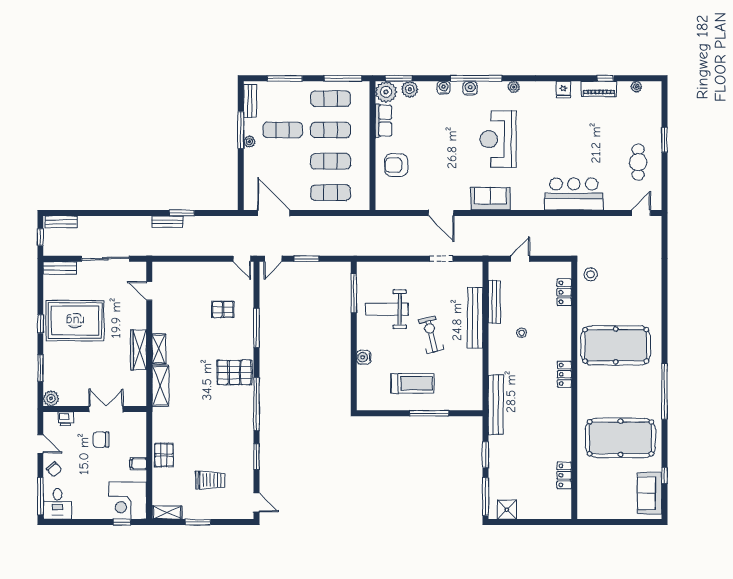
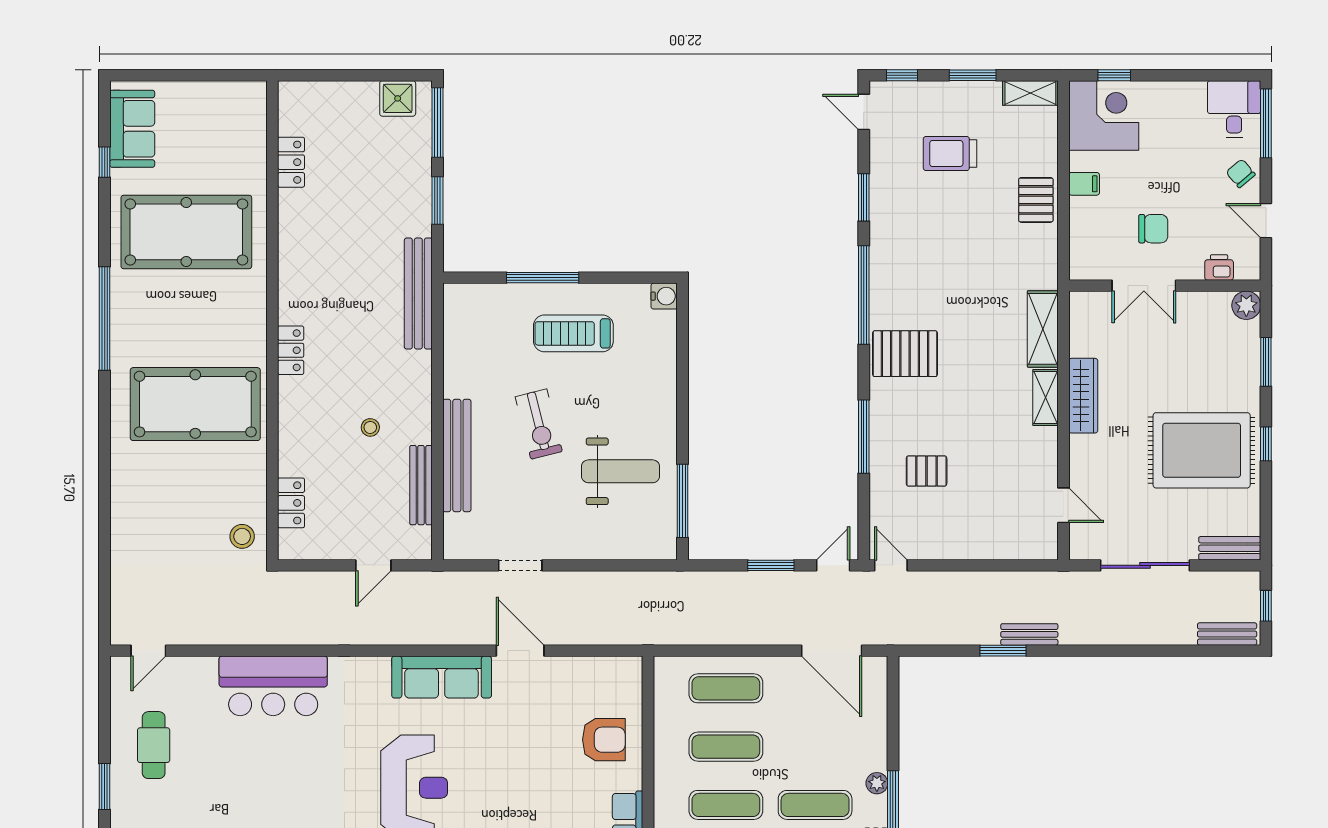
sofa: (490, 199) -> (442, 677), width x1.36
water cooler: (364, 357) -> (664, 296), moved
window: (236, 522) -> (902, 75), added

